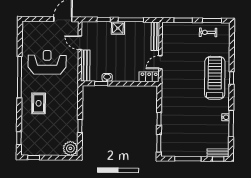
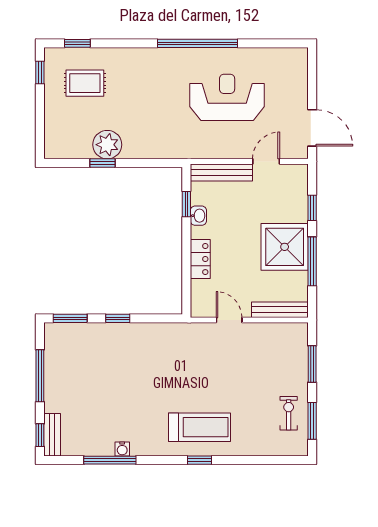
shower: (118, 28) -> (285, 247), width x1.86, depth x1.86
reception desk: (47, 62) -> (227, 97), turned -90
locker: (149, 77) -> (200, 259), moved
treadmill: (215, 78) -> (199, 427), width x0.73, depth x0.73
rug: (39, 103) -> (85, 83), moved
plant: (70, 148) -> (107, 145), moved

